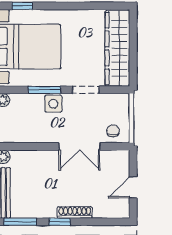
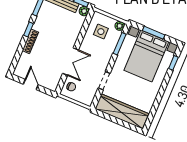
window: (44, 90) -> (120, 44), moved
side table: (53, 104) -> (101, 32), moved
double door: (79, 146) -> (70, 62), swing flipped

